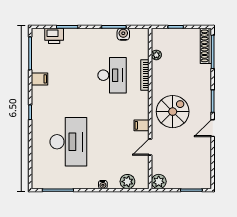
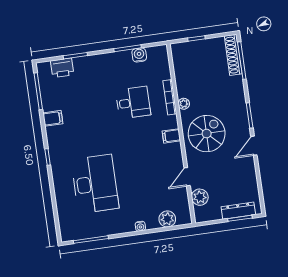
plant: (156, 55) -> (184, 104), moved
desk: (112, 75) -> (133, 103), width x0.73
filing cabinet: (141, 125) -> (171, 136), moved
plant: (159, 182) -> (200, 197), moved
dresser: (191, 183) -> (238, 211), added

